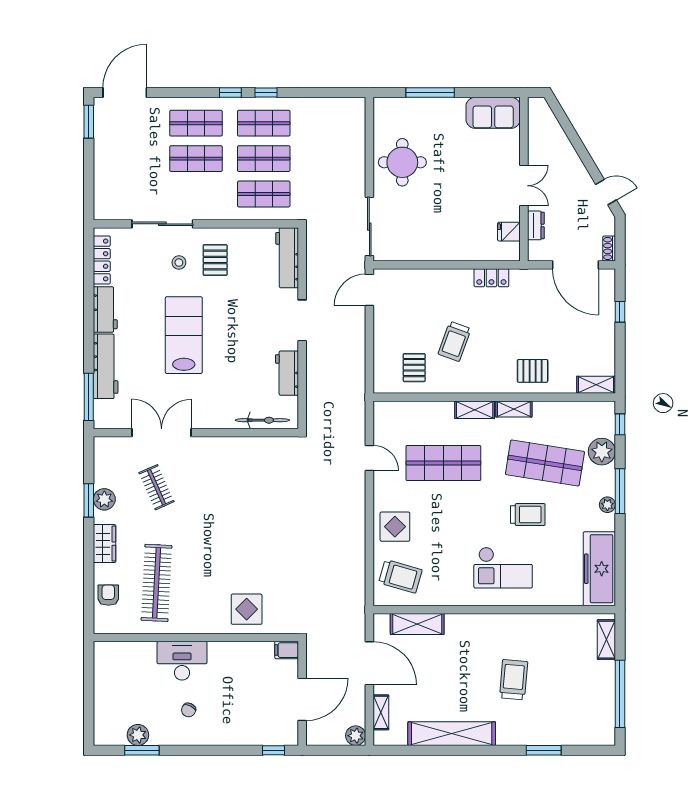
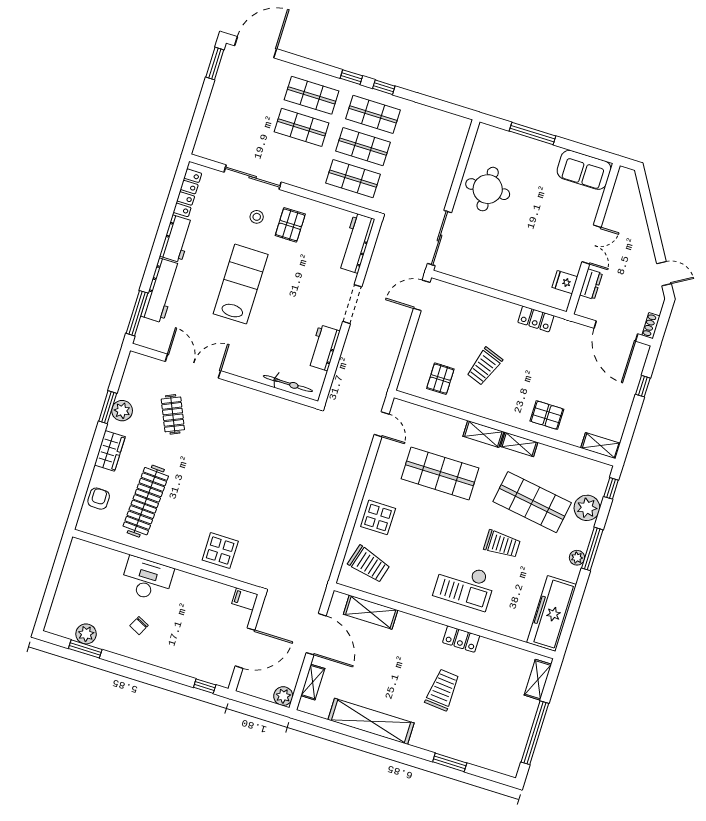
door: (369, 458) -> (382, 424), moved
locker: (516, 623) -> (461, 639), added

